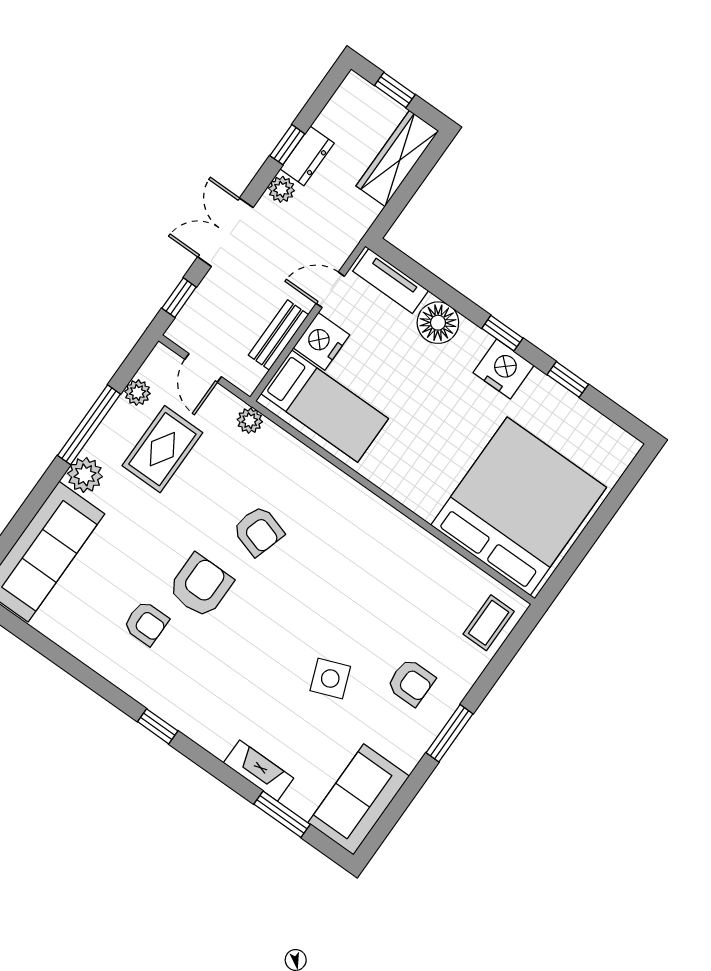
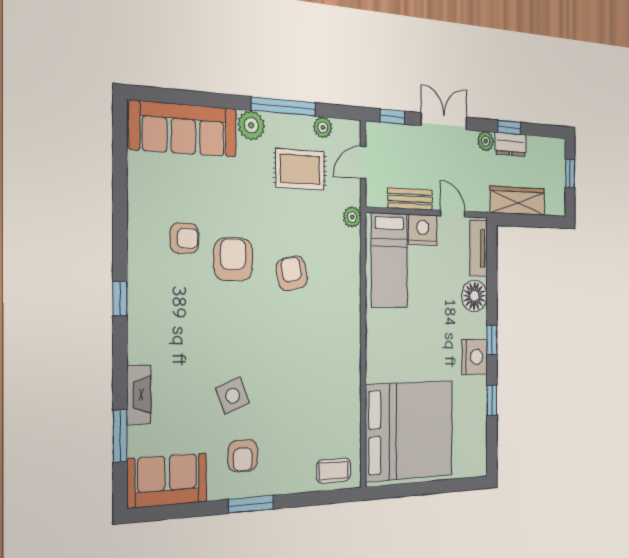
wardrobe: (397, 158) -> (517, 201), moved
armchair: (258, 531) -> (292, 273), turned 152
armchair: (201, 586) -> (233, 259), turned -90
armchair: (146, 623) -> (184, 238), turned -90
armchair: (411, 682) -> (243, 456), moved

